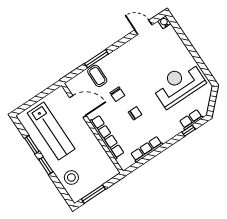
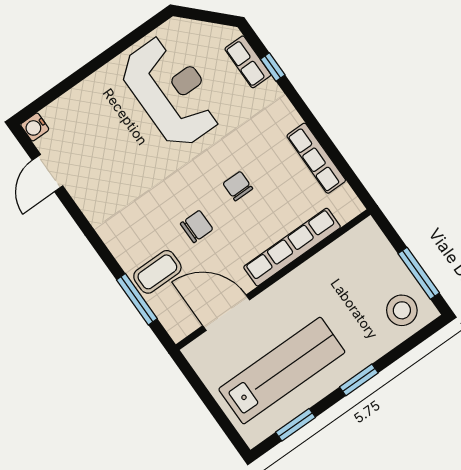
window: (96, 59) -> (137, 299), moved
reception desk: (179, 84) -> (171, 92), turned 180
door: (78, 106) -> (226, 313), hinge flipped
window: (32, 145) -> (295, 425), moved
stool: (71, 177) -> (402, 310), moved

